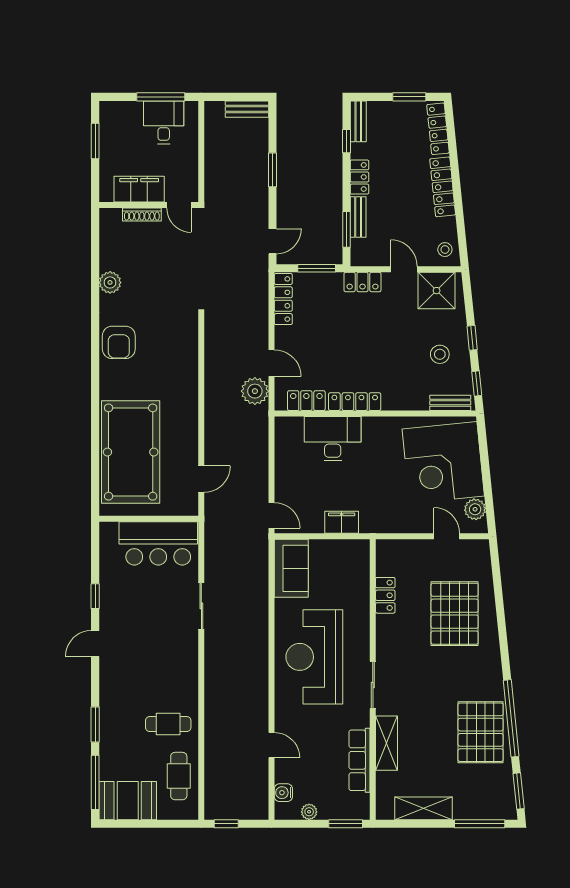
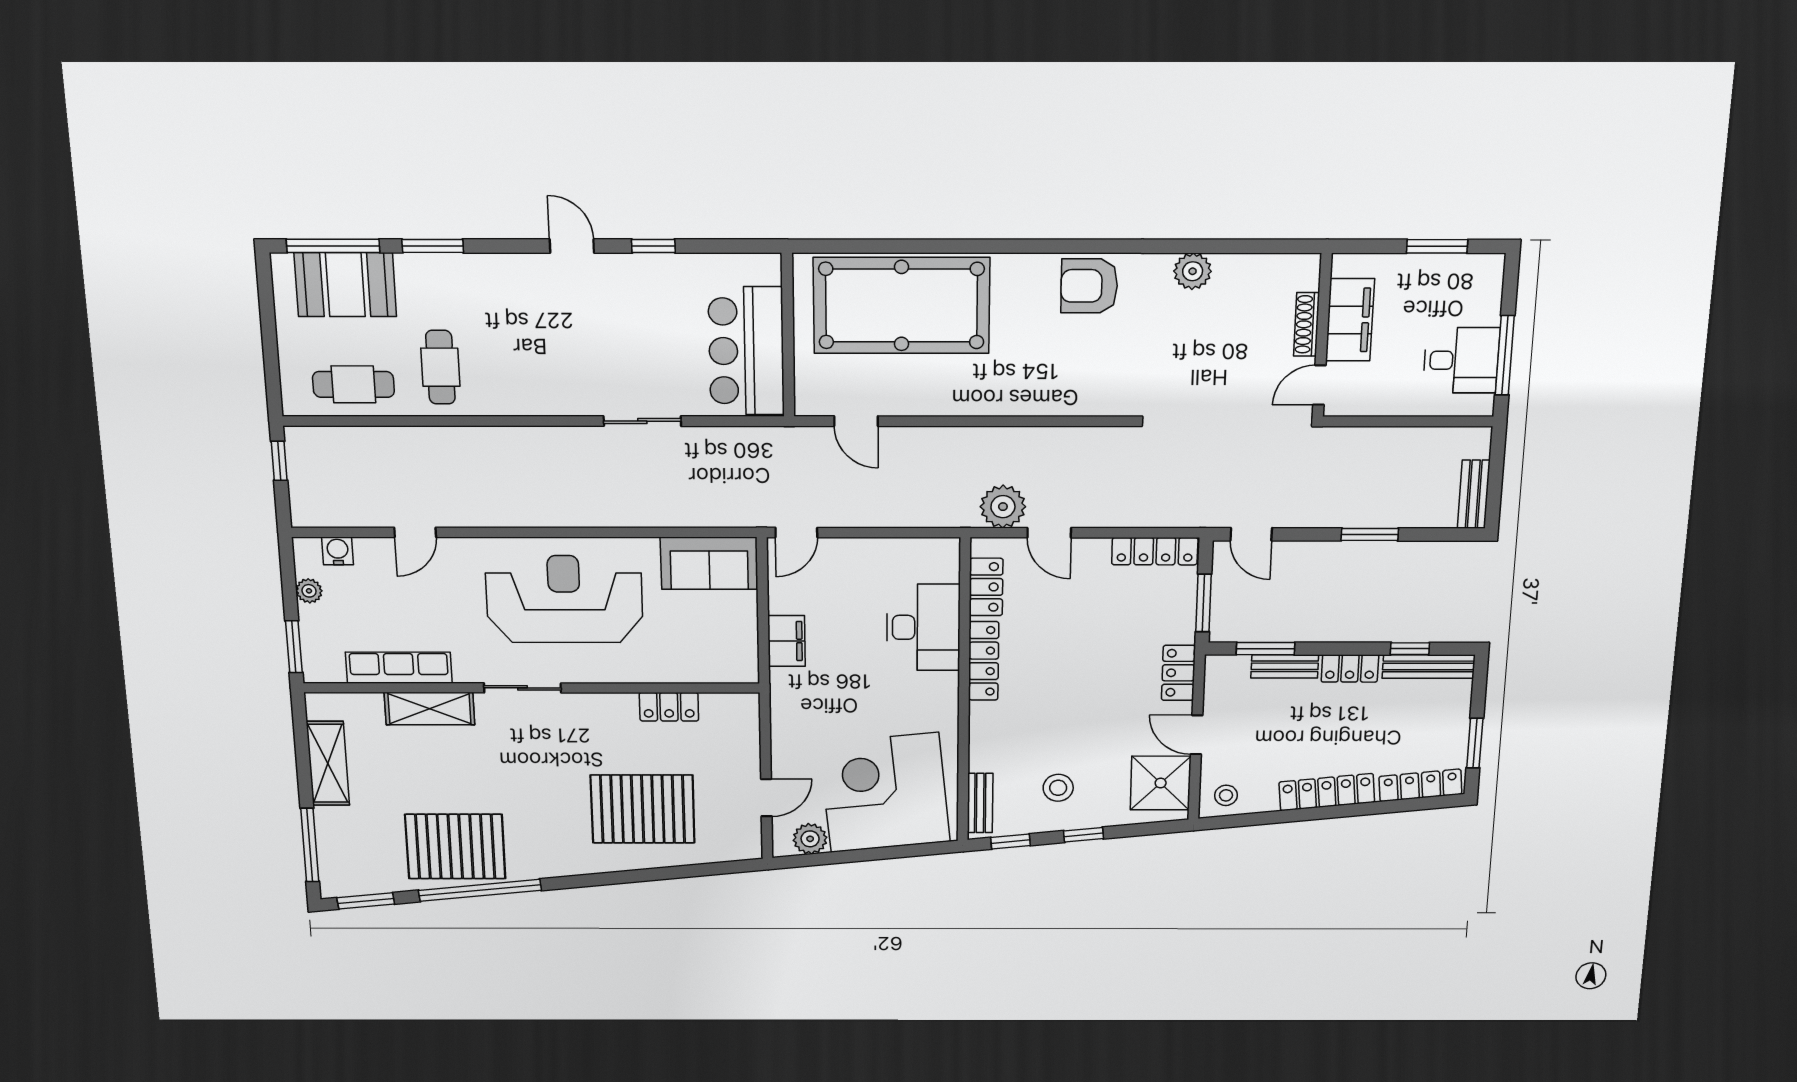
bench: (358, 121) -> (1429, 666), width x1.36
door: (404, 269) -> (1197, 735), swing flipped
door: (271, 363) -> (1049, 533), hinge flipped
booth: (128, 801) -> (345, 285), moved, turned 90

